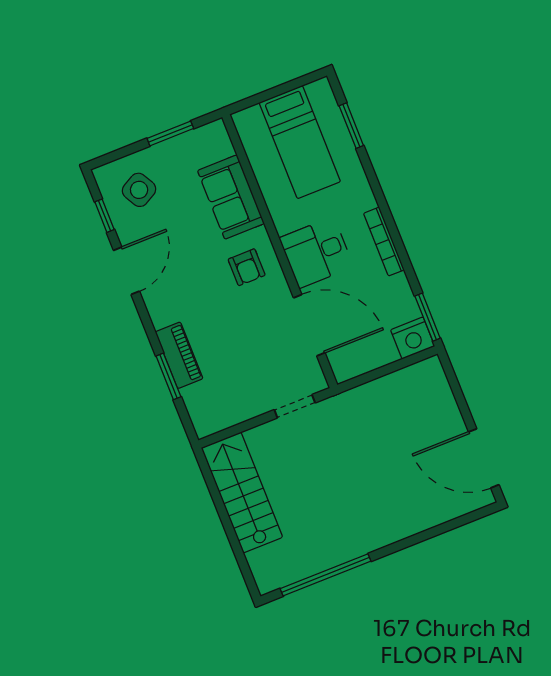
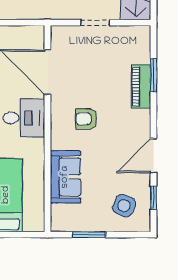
side table: (139, 190) -> (124, 206), turned -38
armchair: (247, 267) -> (86, 119), moved, turned -90
doorway: (295, 406) -> (95, 23), moved

